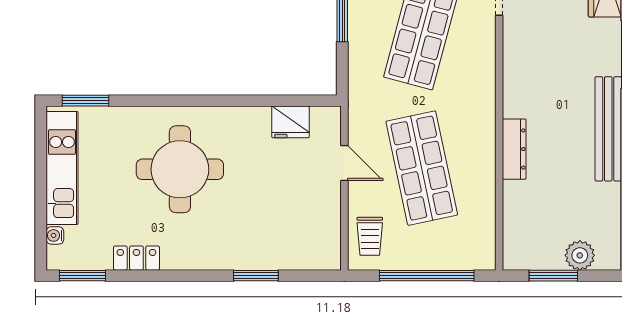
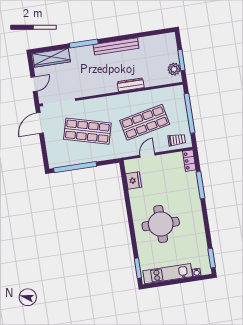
plant: (580, 255) -> (174, 69), moved
locker: (136, 258) -> (189, 161), moved
window: (256, 276) -> (201, 185), width x1.44

